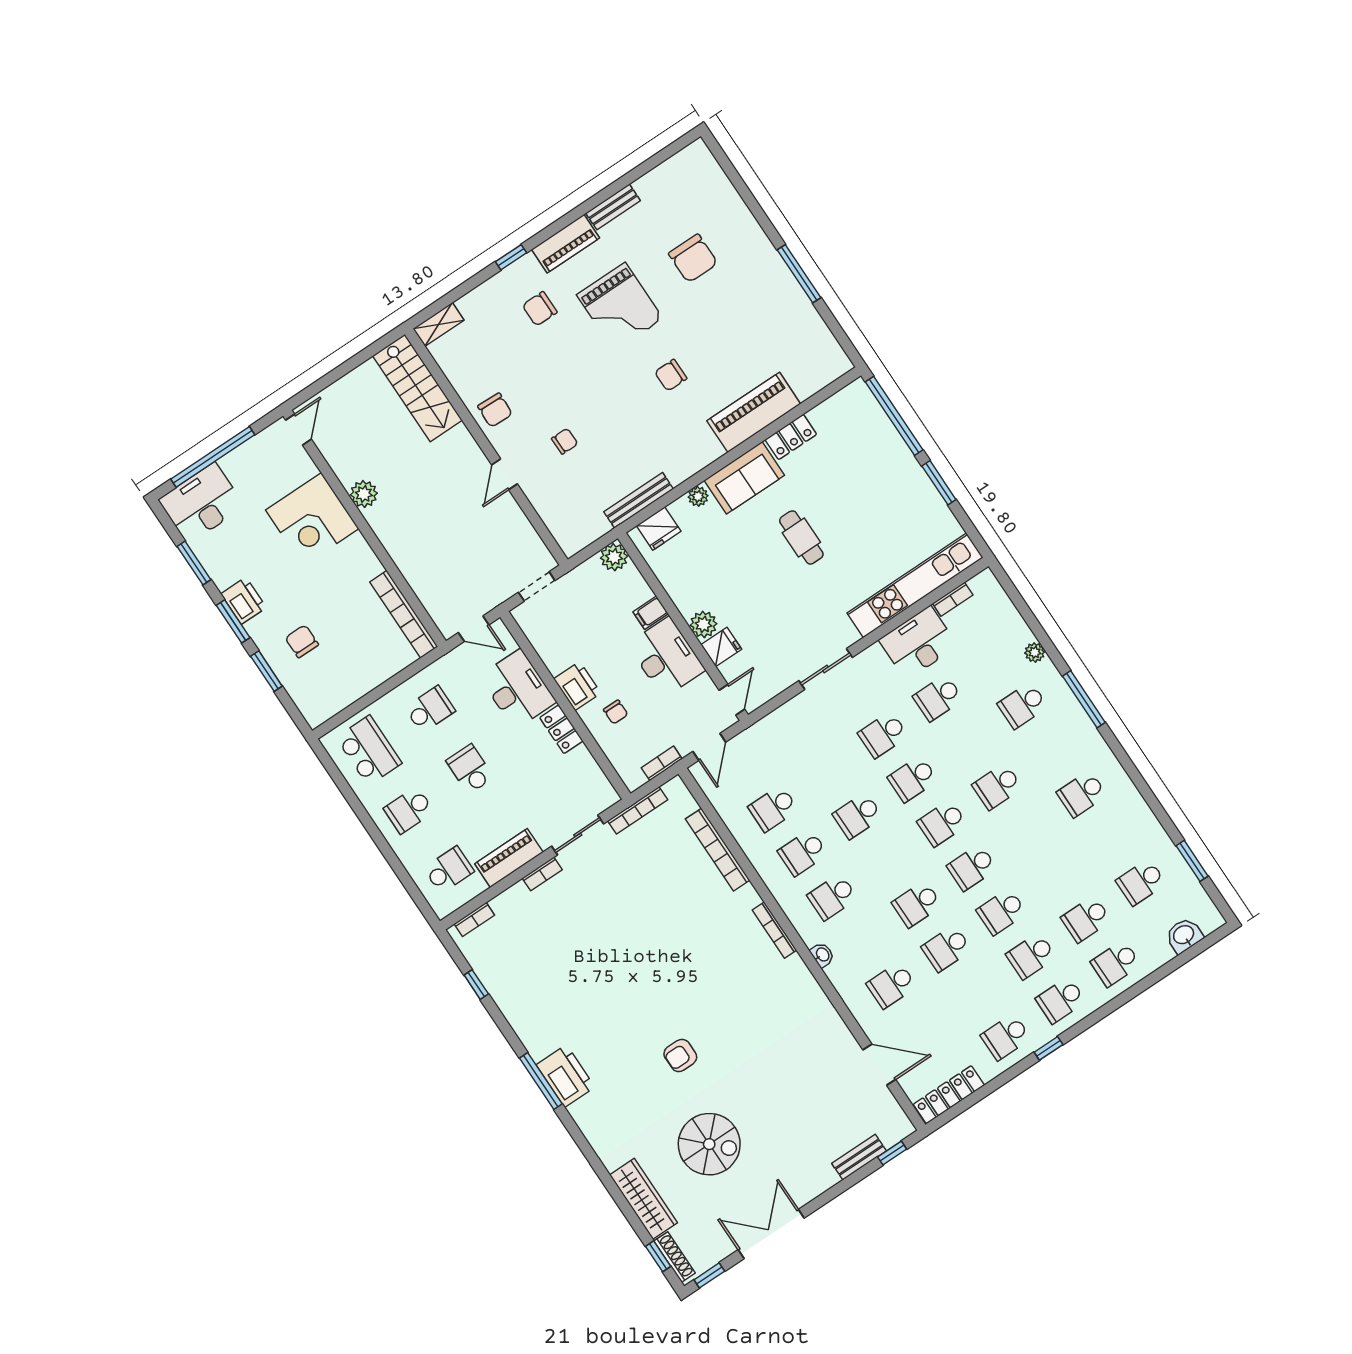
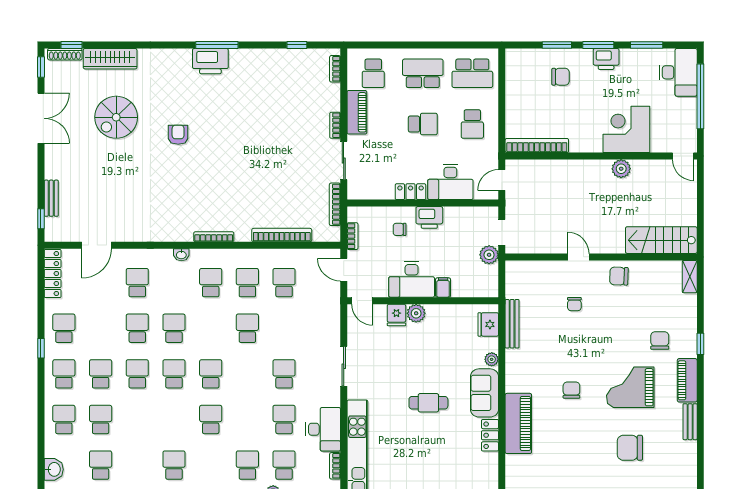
plant: (614, 557) -> (489, 255), moved
school desk: (913, 779) -> (284, 465), moved
school desk: (409, 810) -> (423, 73), width x1.85

